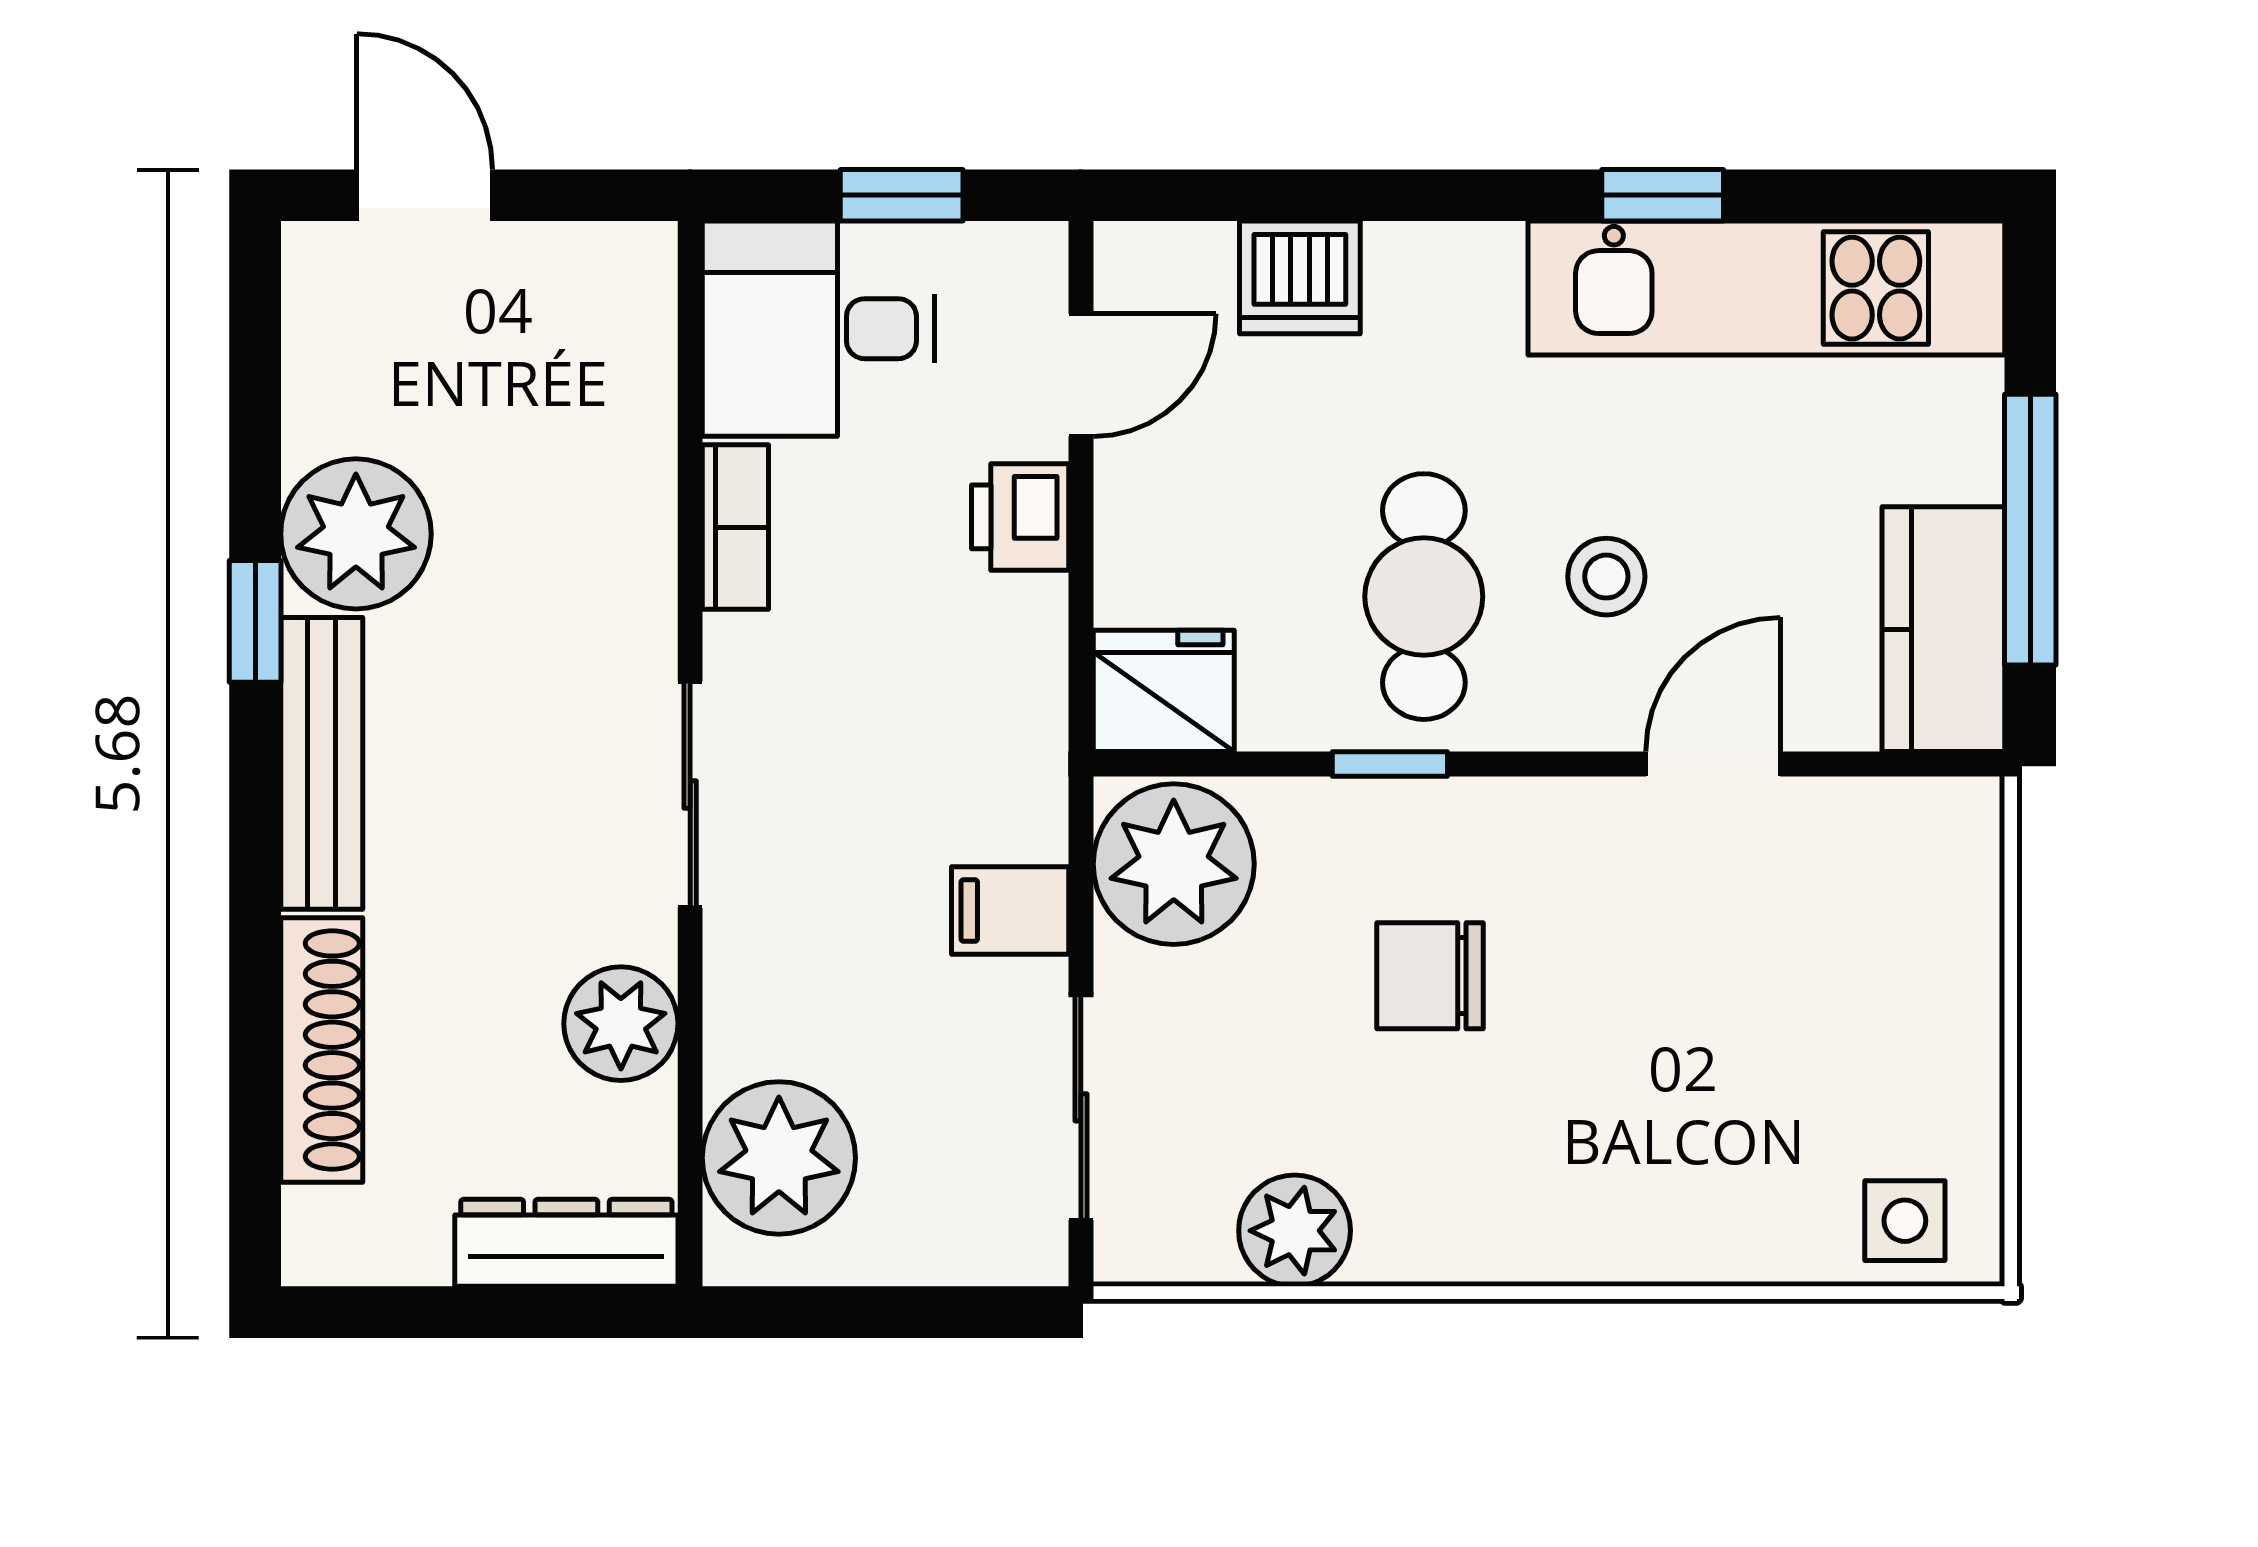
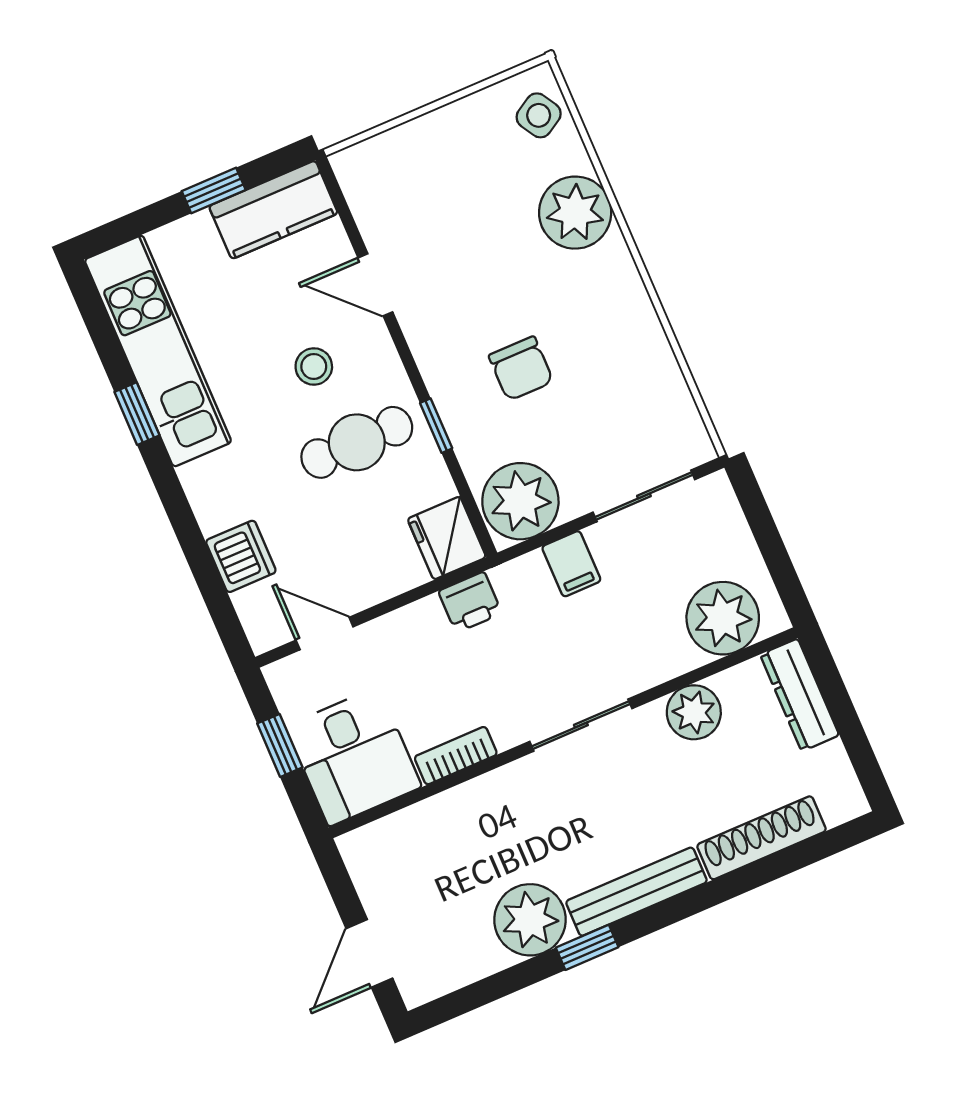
printer: (1020, 517) -> (470, 602), moved
window: (2030, 530) -> (214, 190), width x0.46
side table: (1905, 1221) -> (539, 115), turned -31
plant: (1295, 1231) -> (575, 213), moved, width x1.36, depth x1.36

